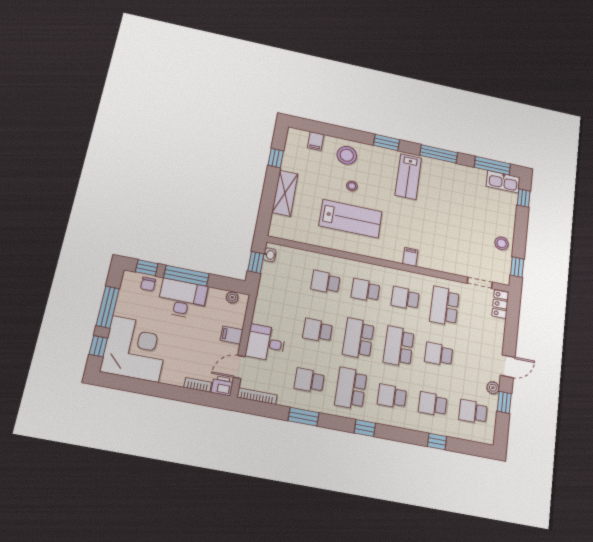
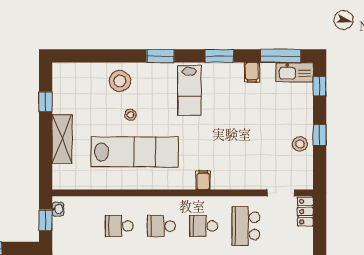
filing cabinet: (316, 141) -> (252, 72), moved
window: (439, 154) -> (219, 56), width x0.69
lab bench: (351, 219) -> (135, 152), width x1.36
window: (517, 267) -> (320, 135), moved

